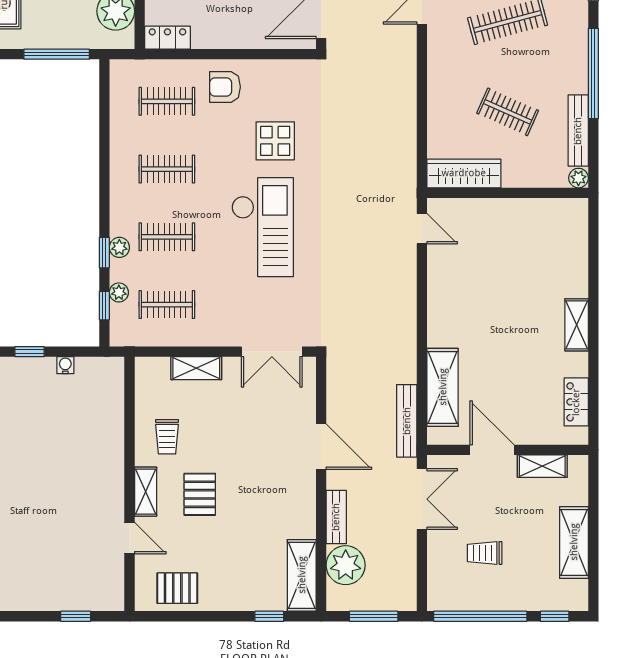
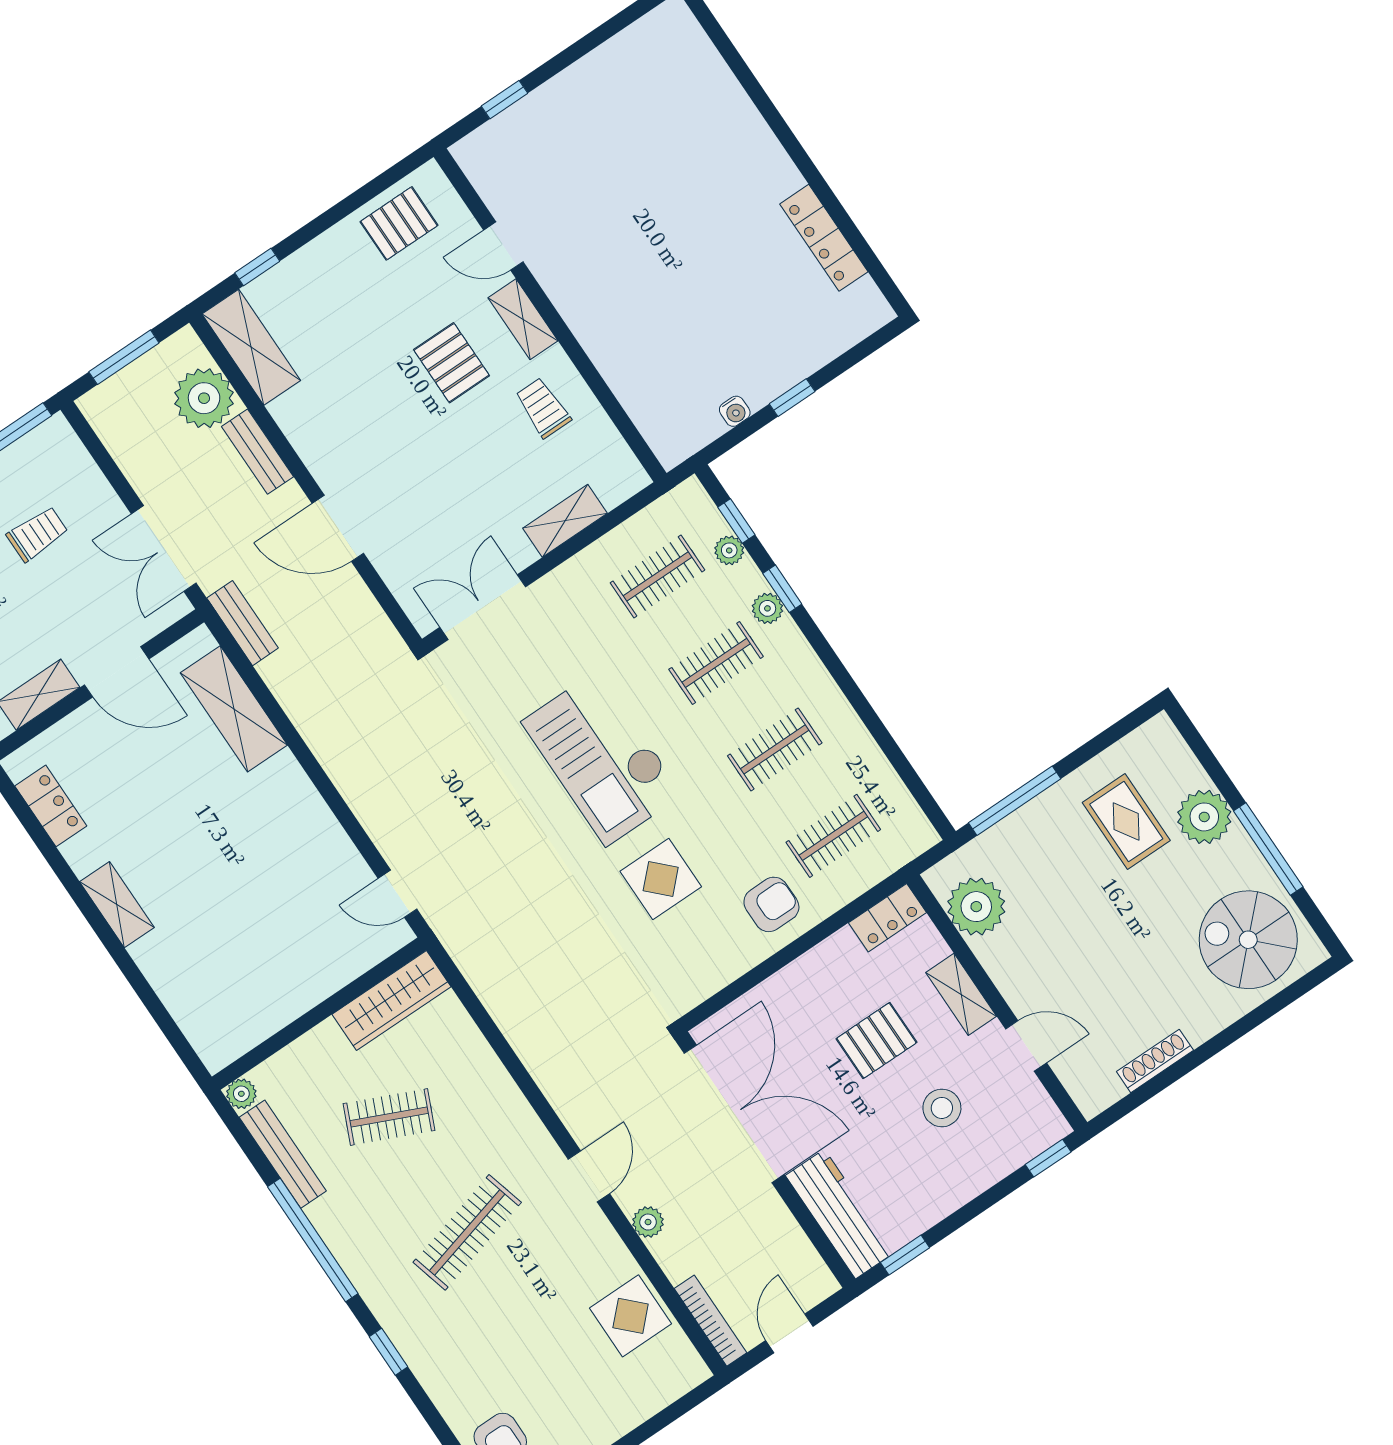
bench: (407, 421) -> (242, 623), width x0.73

